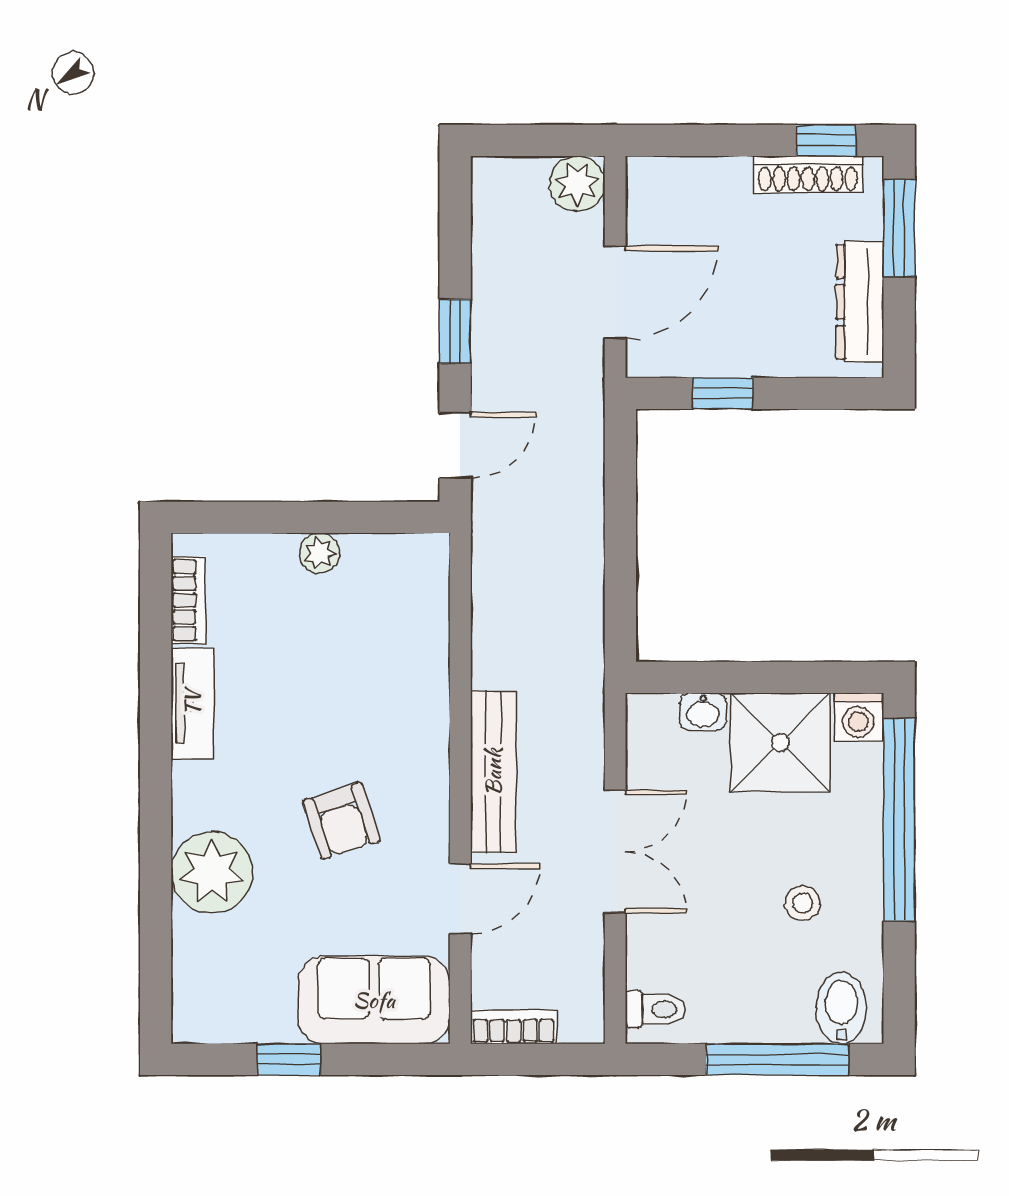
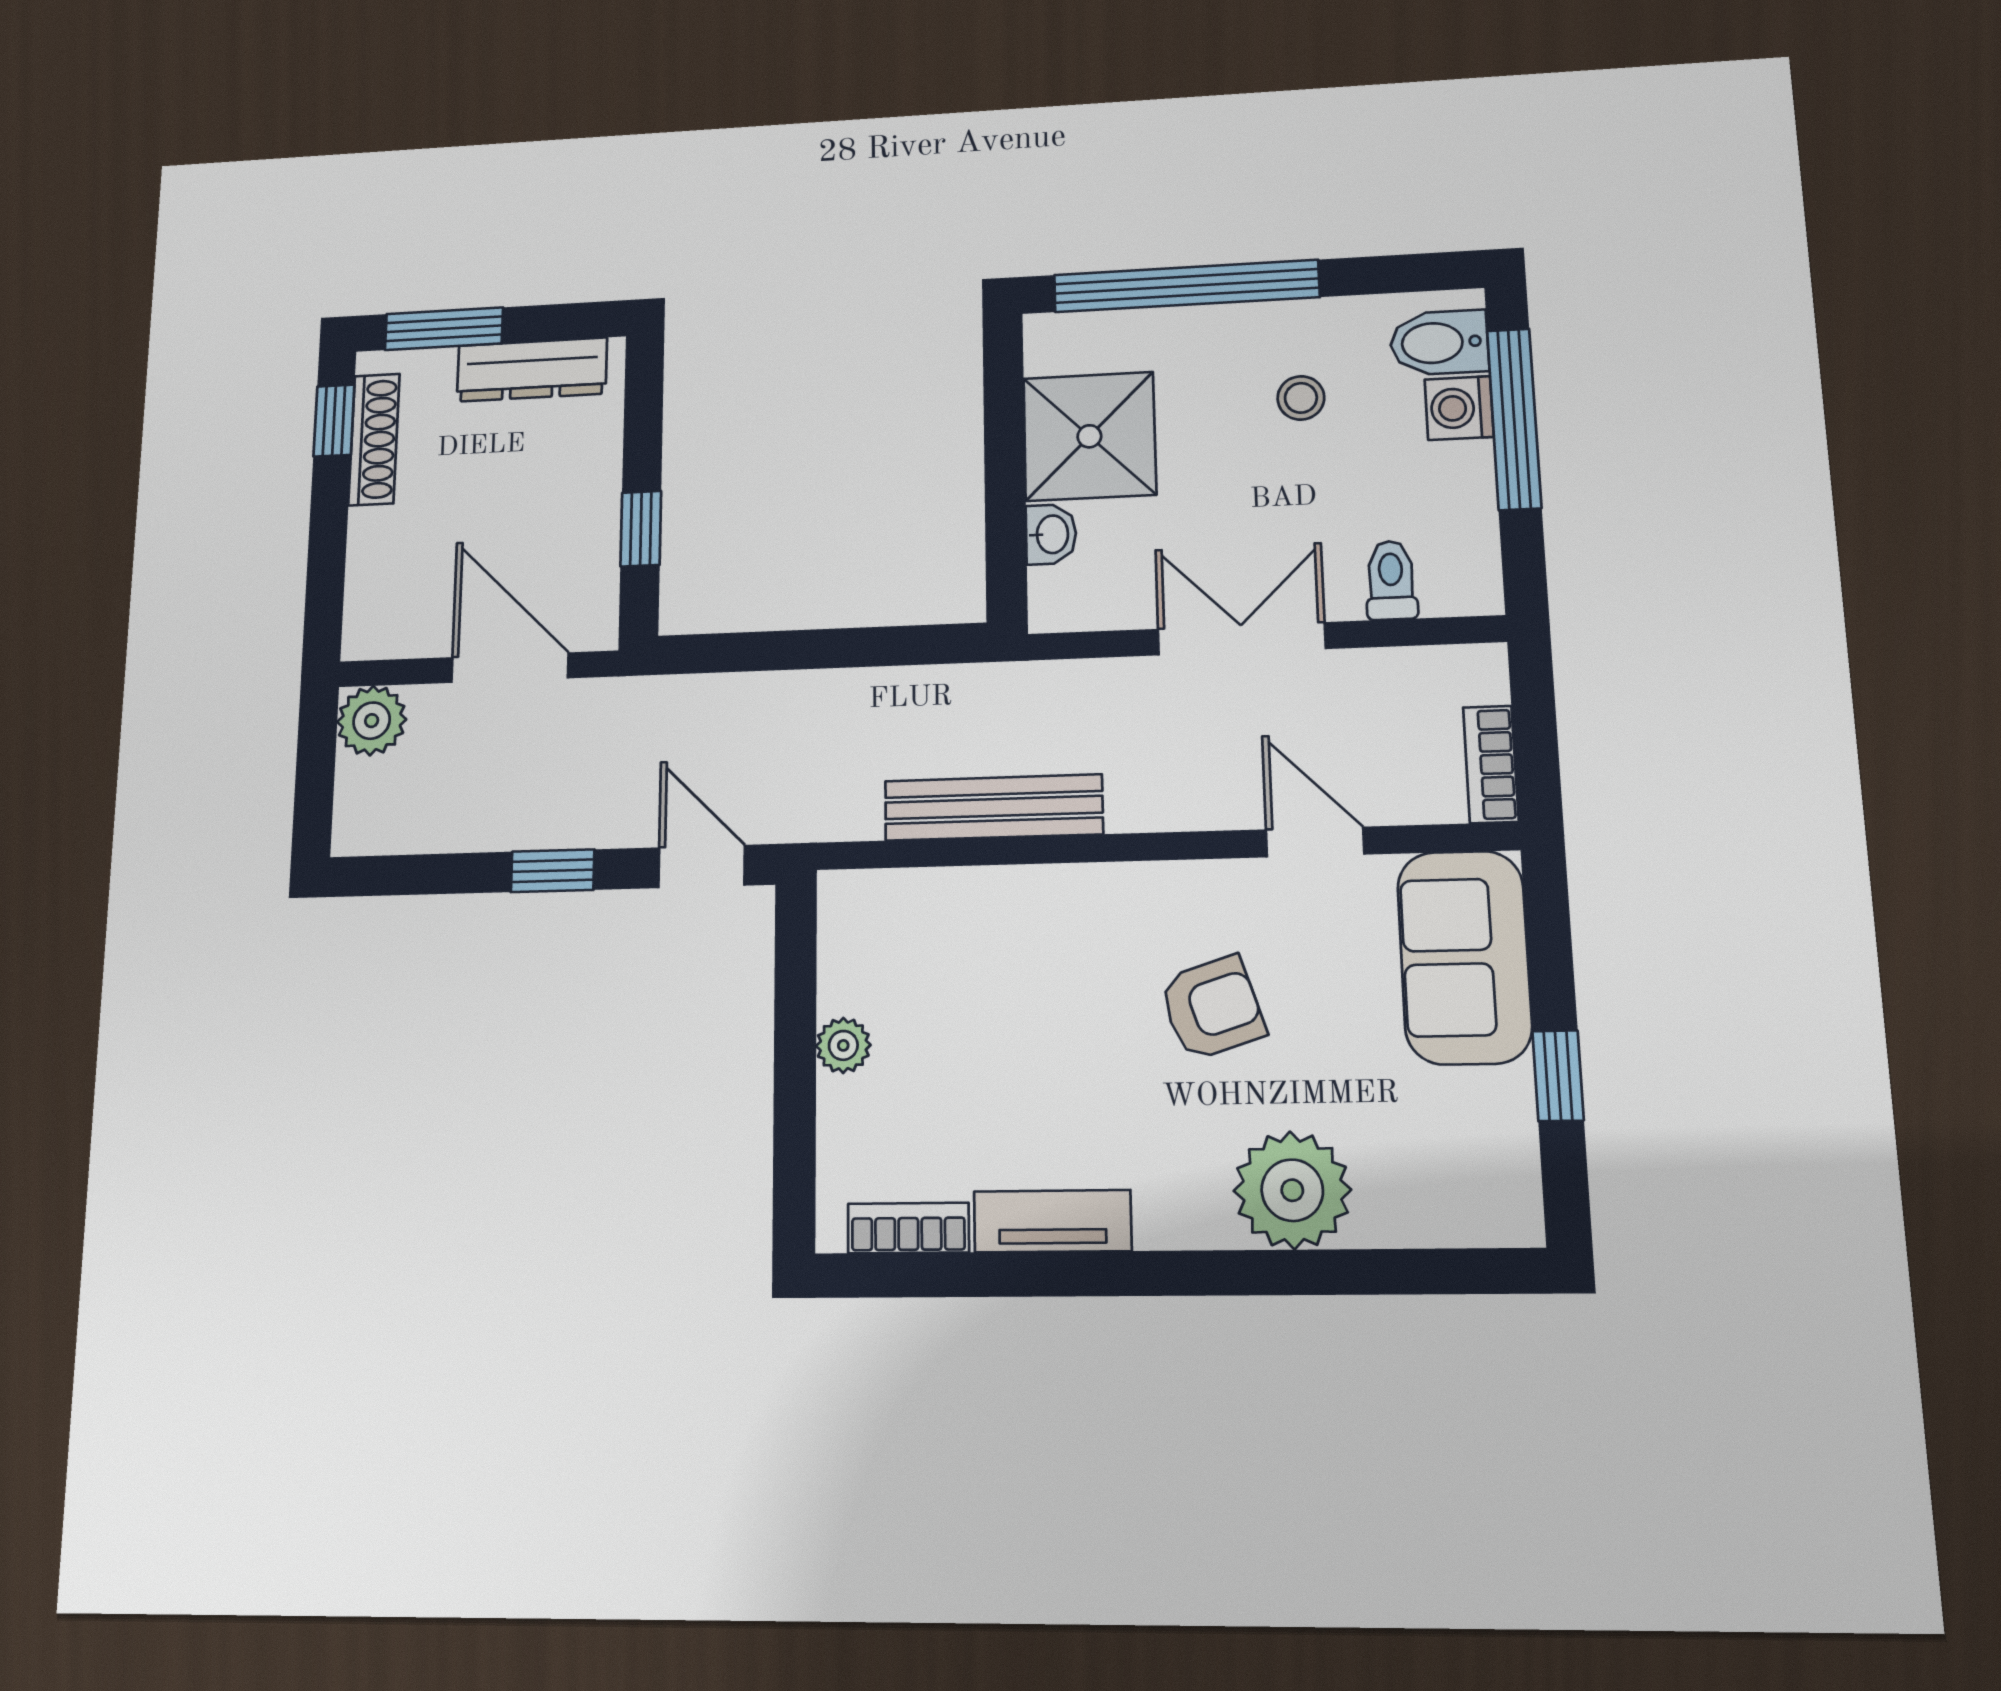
washing machine: (858, 717) -> (1459, 408), moved, turned 180
bench: (493, 772) -> (993, 808), moved
toilet: (656, 1009) -> (1391, 580), moved

